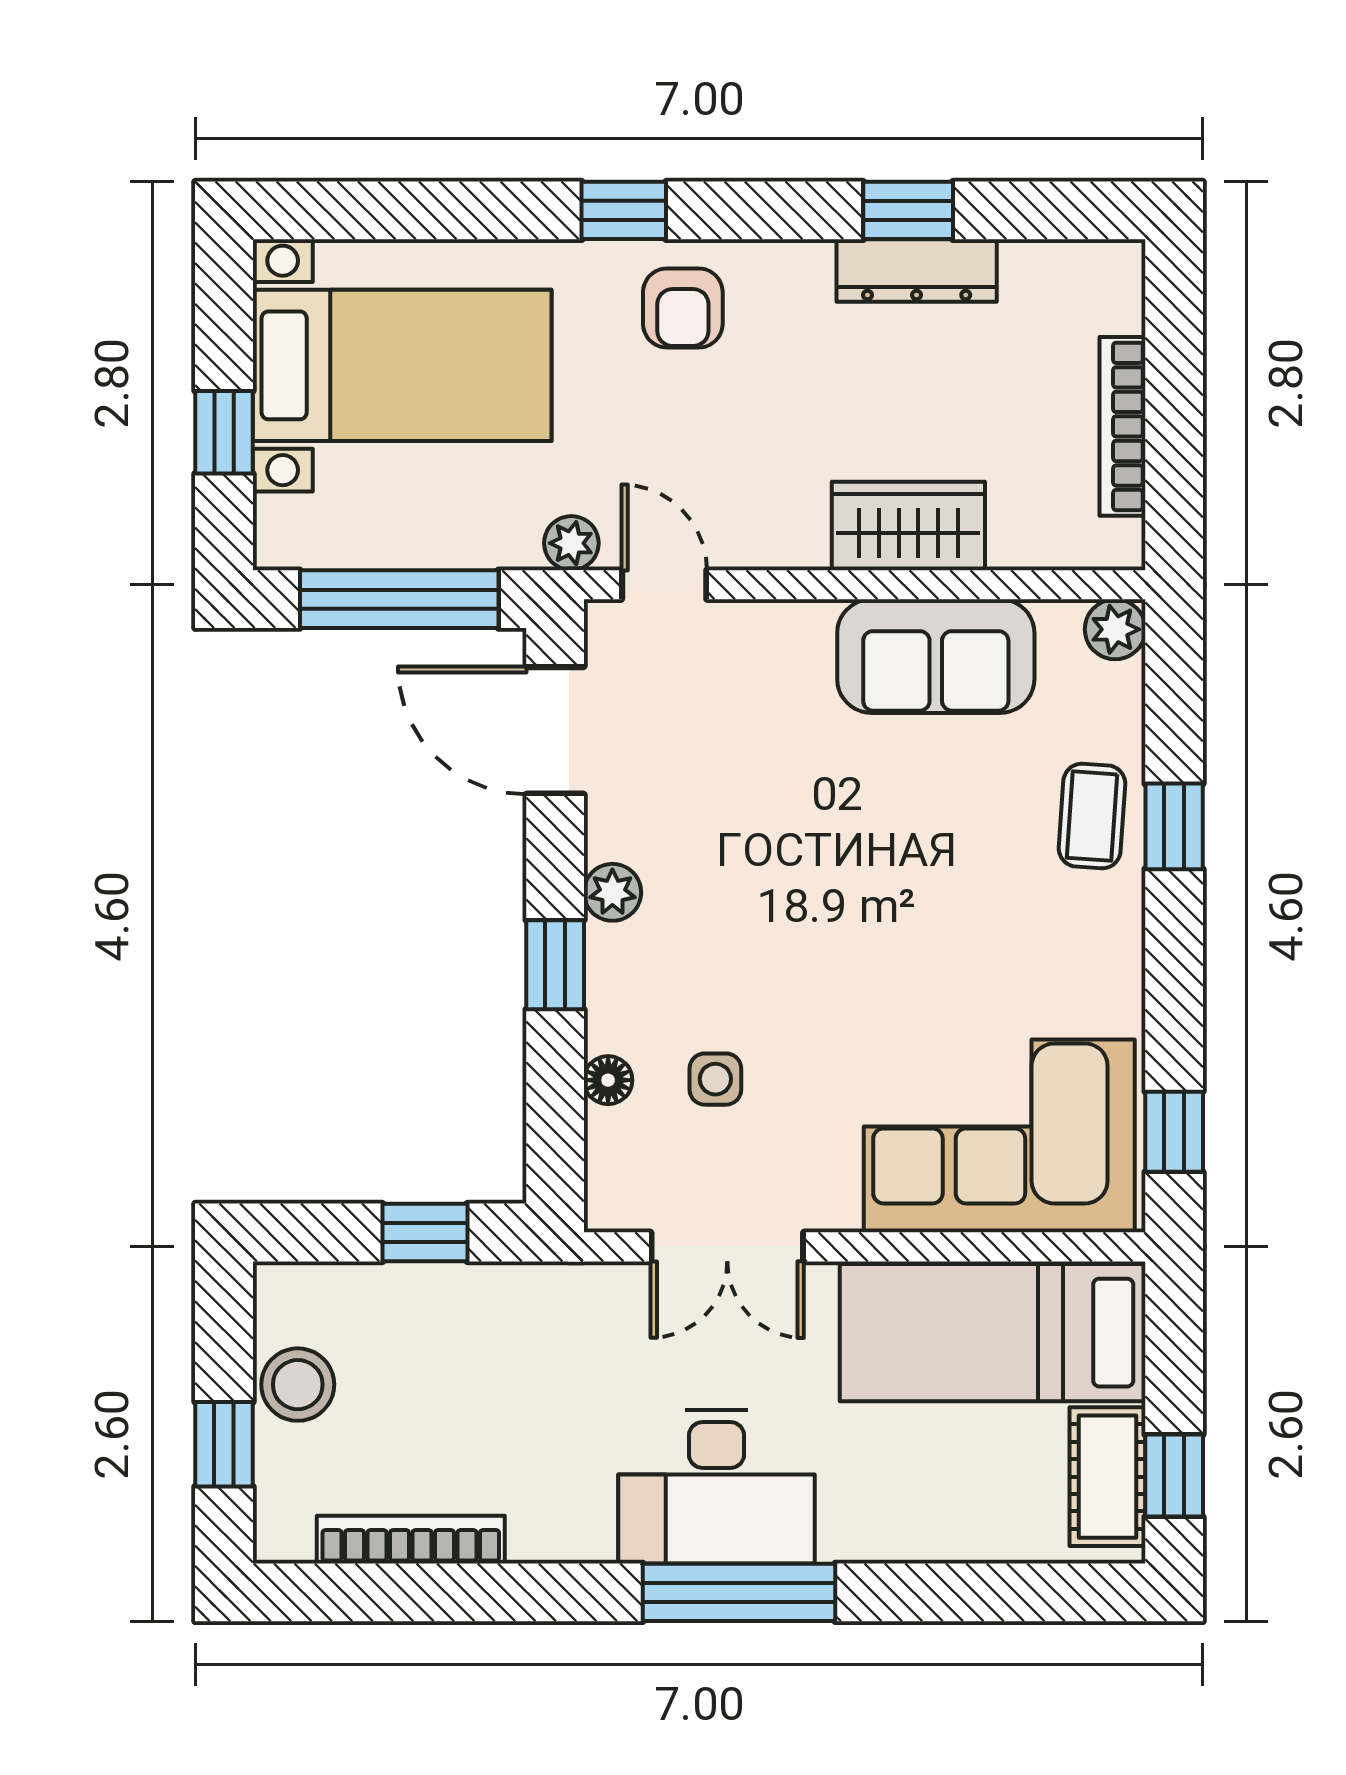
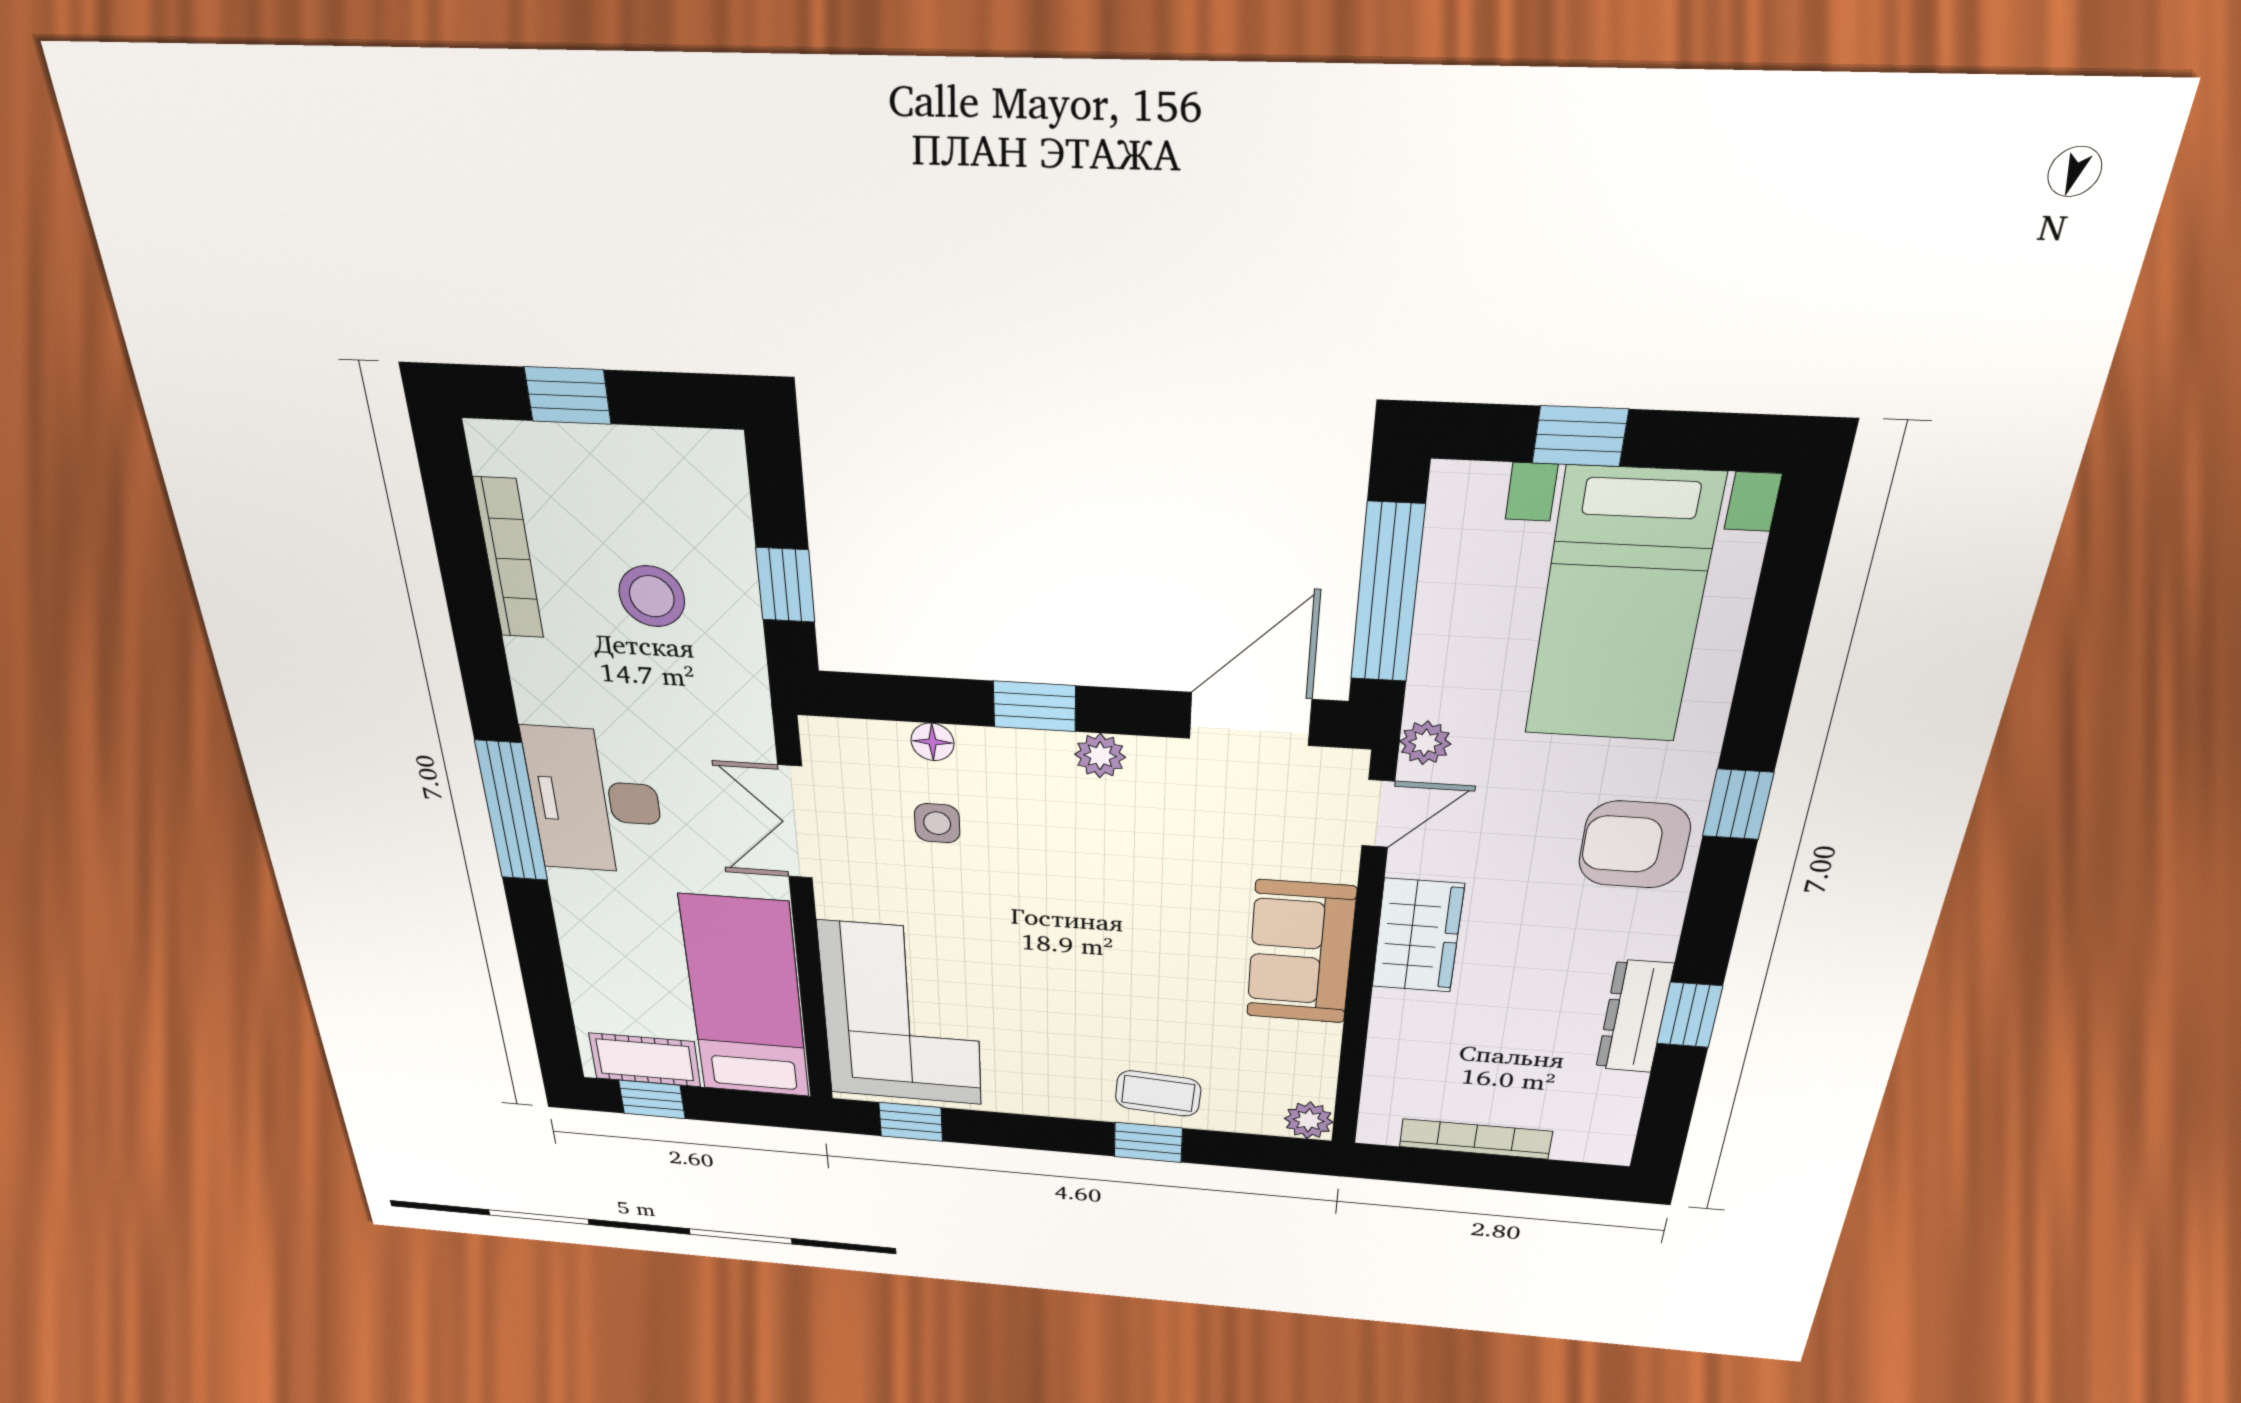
armchair: (683, 308) -> (1634, 845), width x1.38, depth x1.38
wardrobe: (908, 526) -> (1418, 936), moved
sofa: (936, 656) -> (1301, 952), moved
stool: (298, 1385) -> (652, 596), moved

